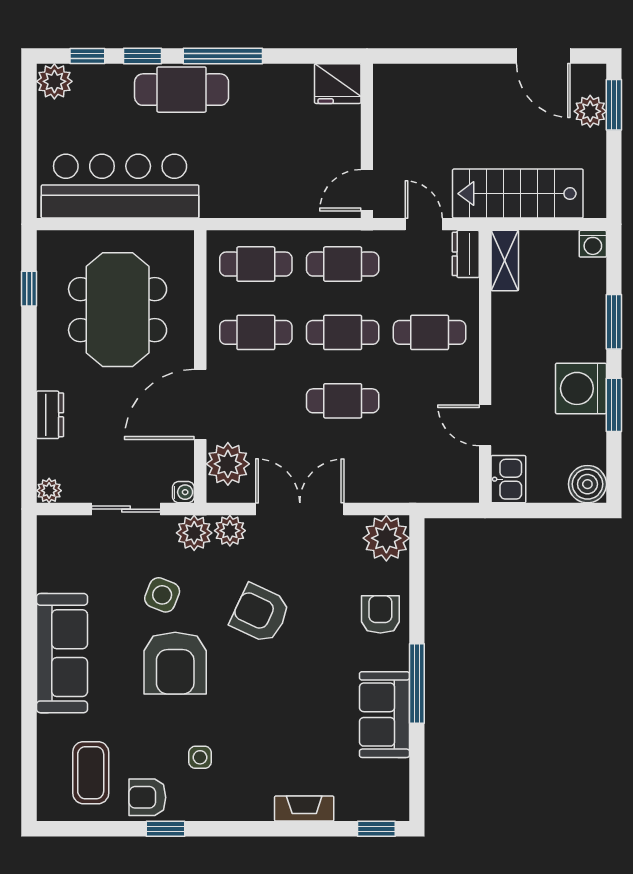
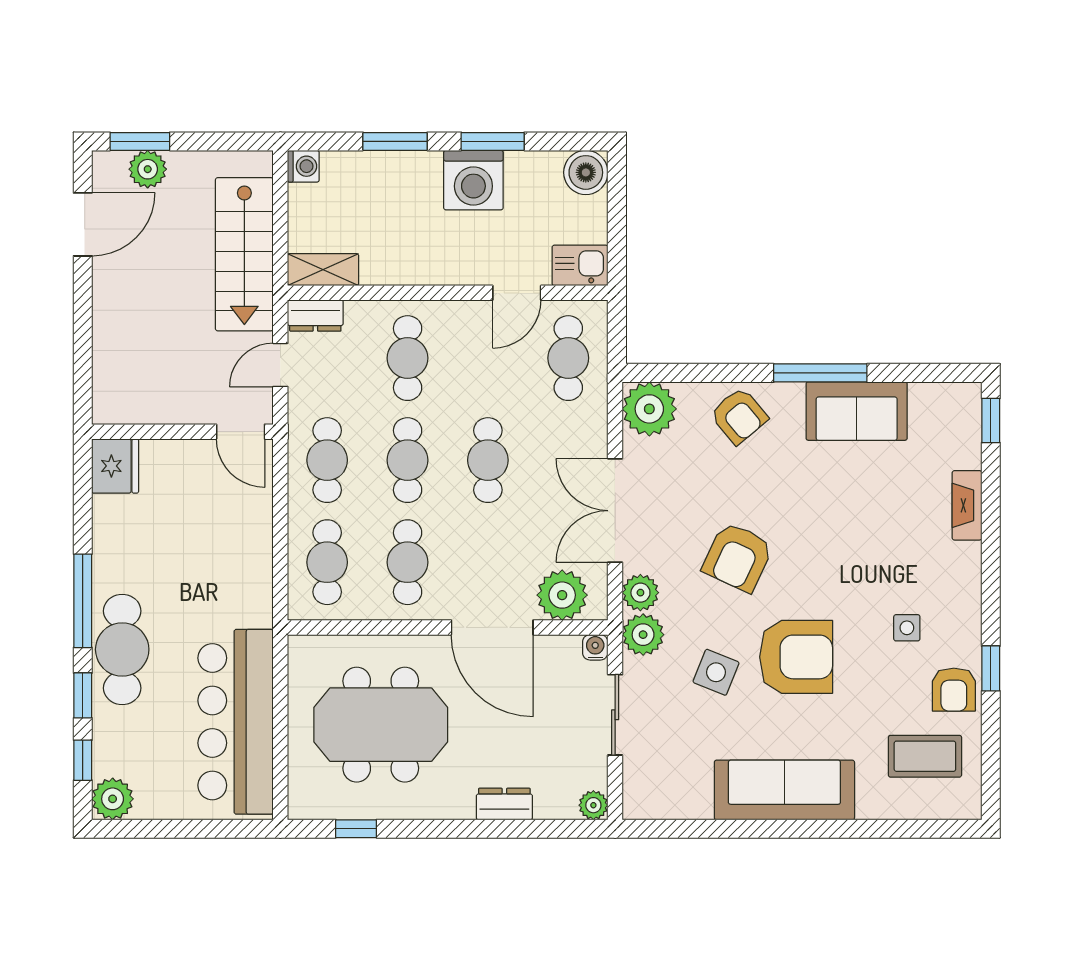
cafe table: (430, 469) -> (568, 358), added
armchair: (380, 614) -> (739, 416), turned -130

